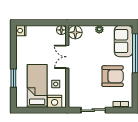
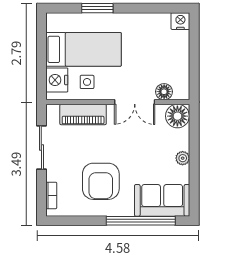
floor lamp: (61, 30) -> (164, 92), moved
double door: (67, 57) -> (135, 102), swing flipped
piano: (74, 86) -> (83, 114), added

